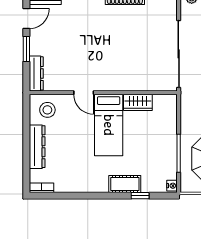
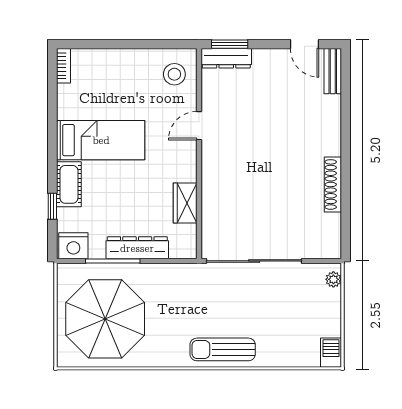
window: (26, 49) -> (230, 44), moved
bed: (109, 125) -> (101, 140), moved, turned 180
dresser: (37, 147) -> (137, 248), moved, turned 180
nightstand: (172, 186) -> (73, 246), width x1.89, depth x1.79

